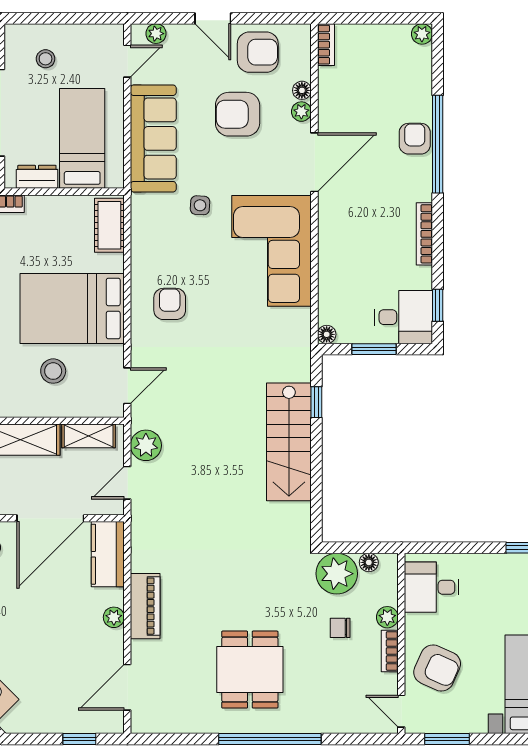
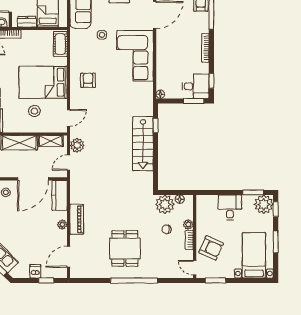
window: (374, 349) -> (194, 101), moved
desk: (432, 587) -> (230, 207), moved, turned 90
dishwasher: (55, 719) -> (35, 271), added

